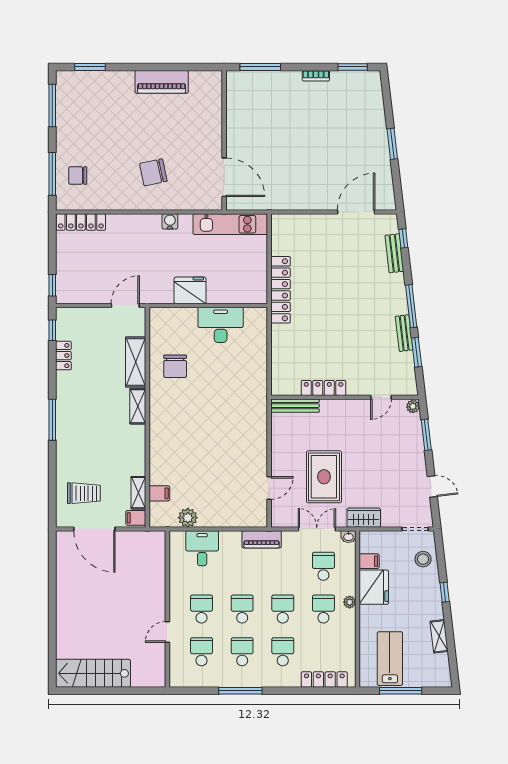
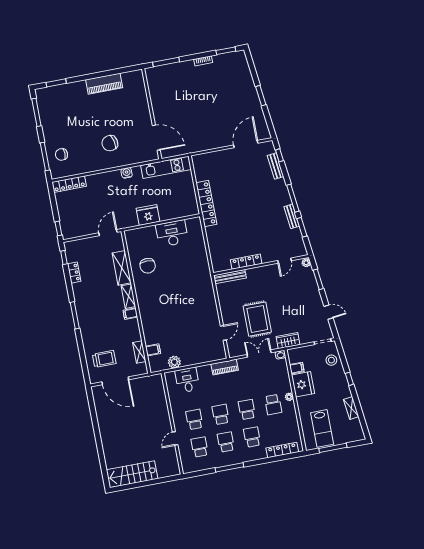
filing cabinet: (136, 518) -> (130, 314), moved
school desk: (323, 566) -> (268, 377), removed
school desk: (323, 609) -> (273, 405), turned 180
lab bench: (390, 659) -> (322, 428), turned 180

